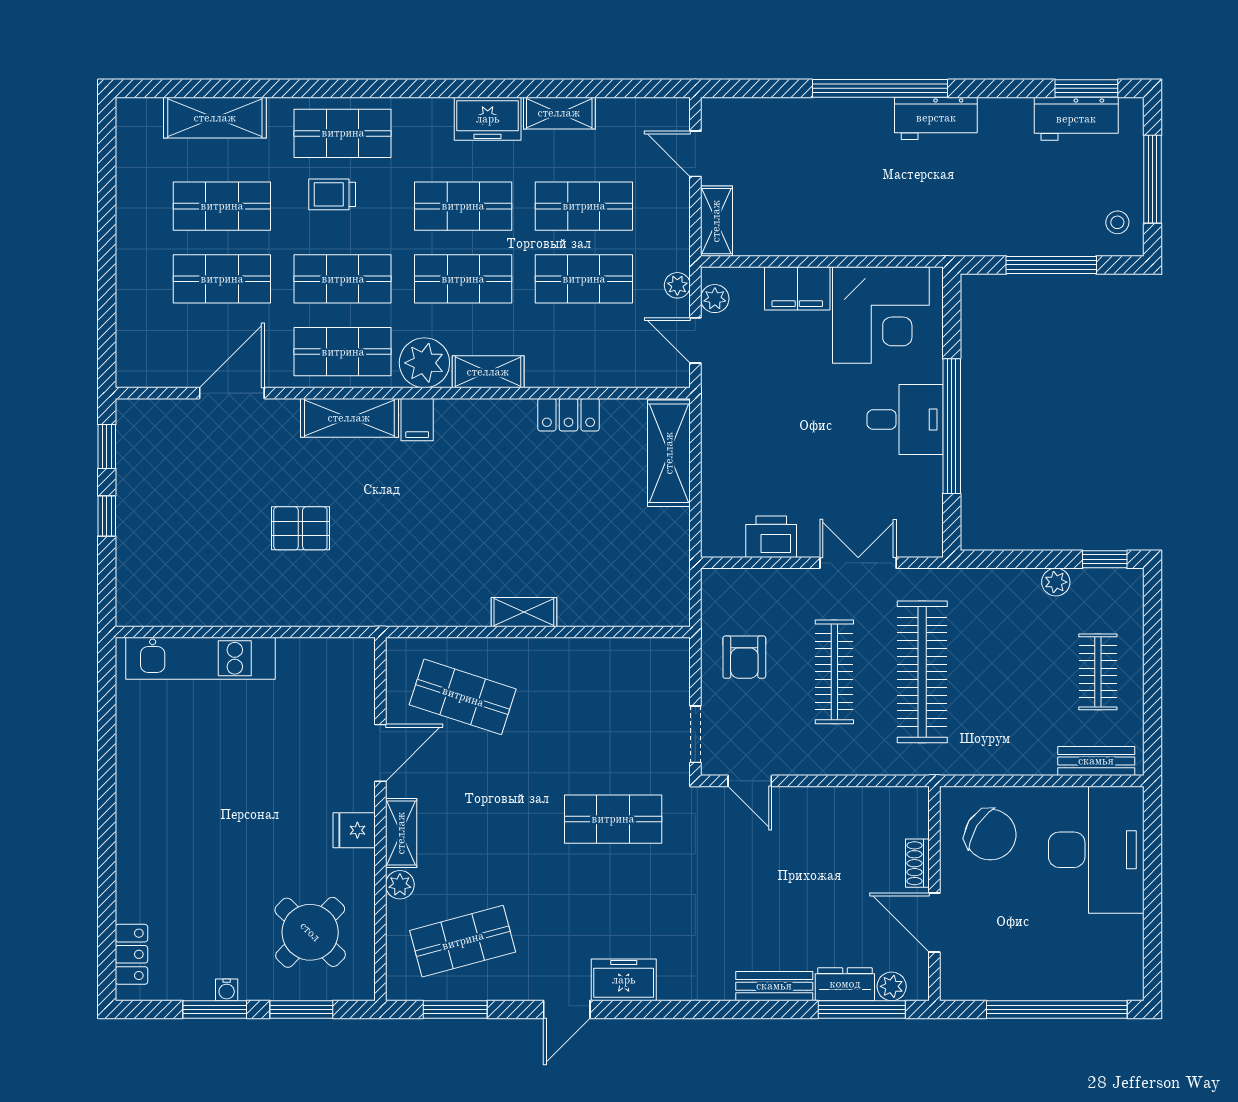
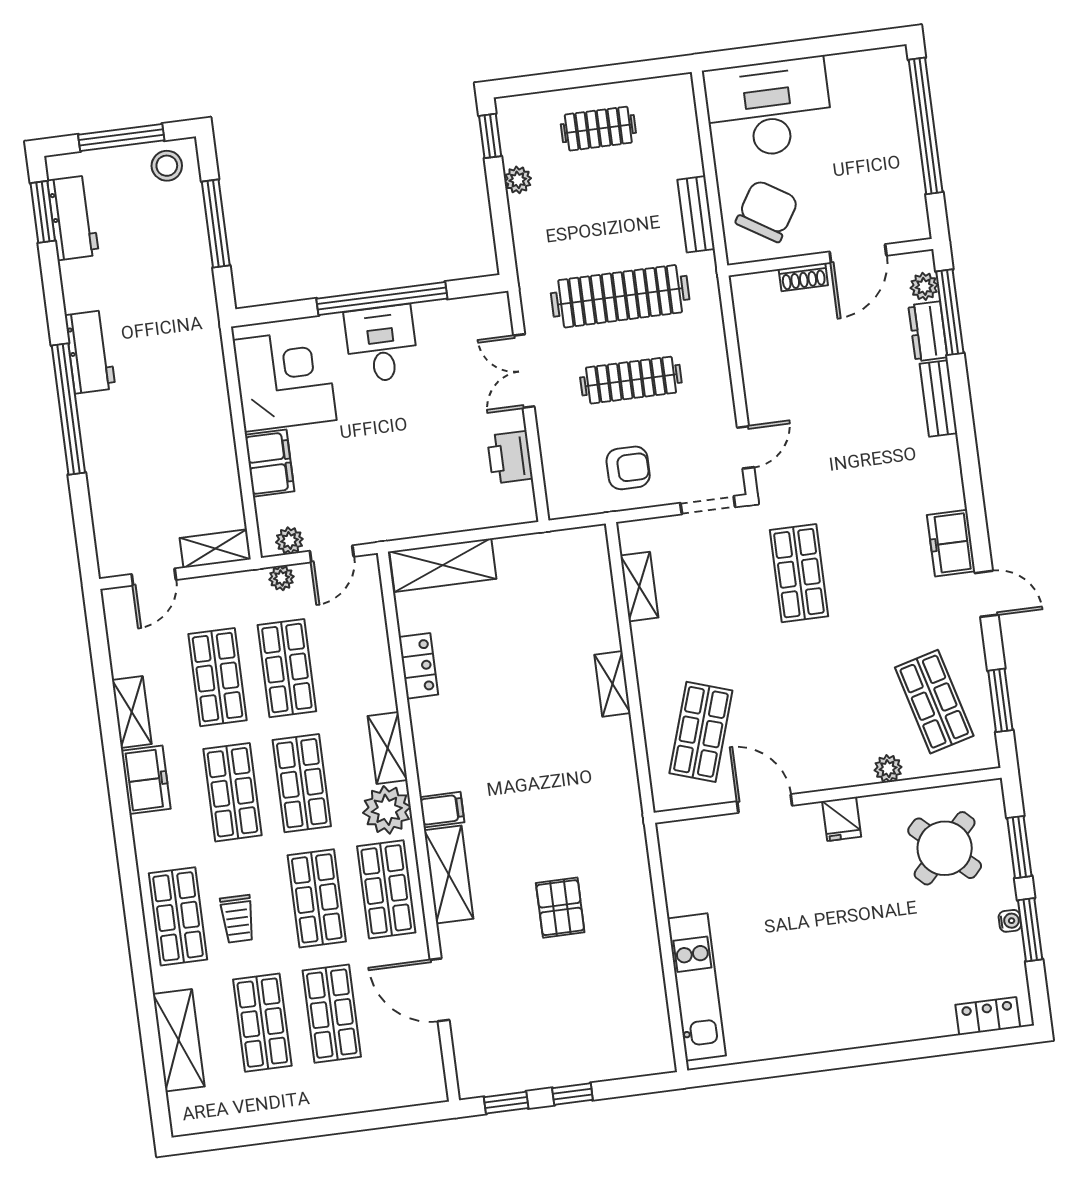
stool: (1117, 222) -> (167, 166), width x1.37, depth x1.37
bench: (1096, 761) -> (696, 214), moved
shelving: (401, 833) -> (639, 587), moved, turned 90

